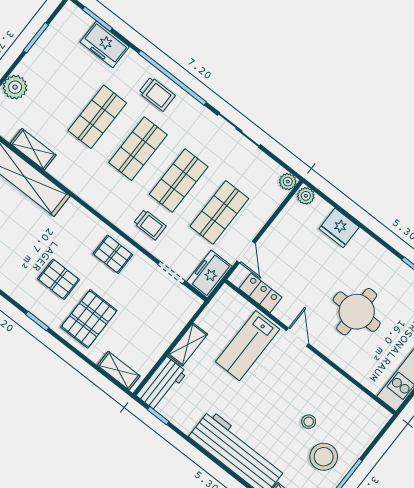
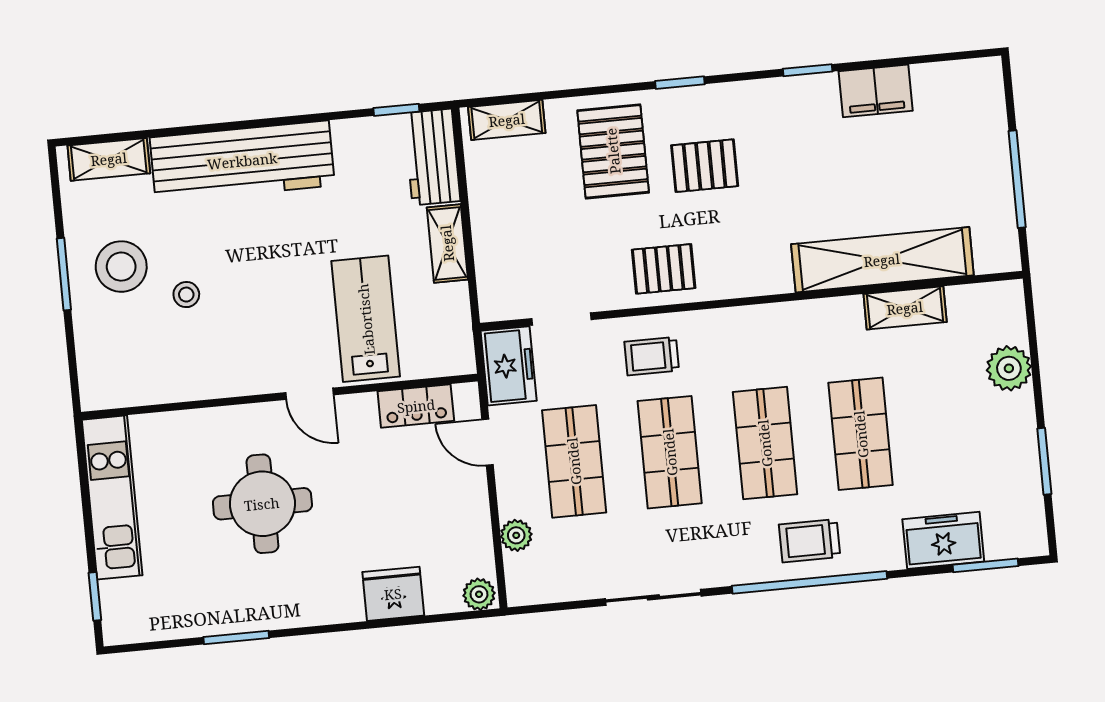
plant: (288, 182) -> (516, 535), moved

